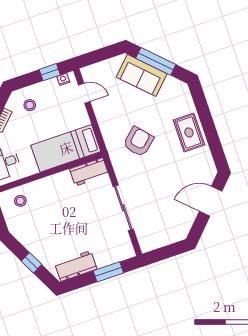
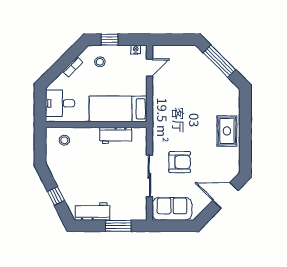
window: (50, 72) -> (110, 40), moved
sofa: (142, 75) -> (172, 209), moved, turned 135
door: (84, 93) -> (149, 67), hinge flipped
armchair: (138, 142) -> (180, 162), moved, turned 42
workbench: (89, 172) -> (116, 135), moved

